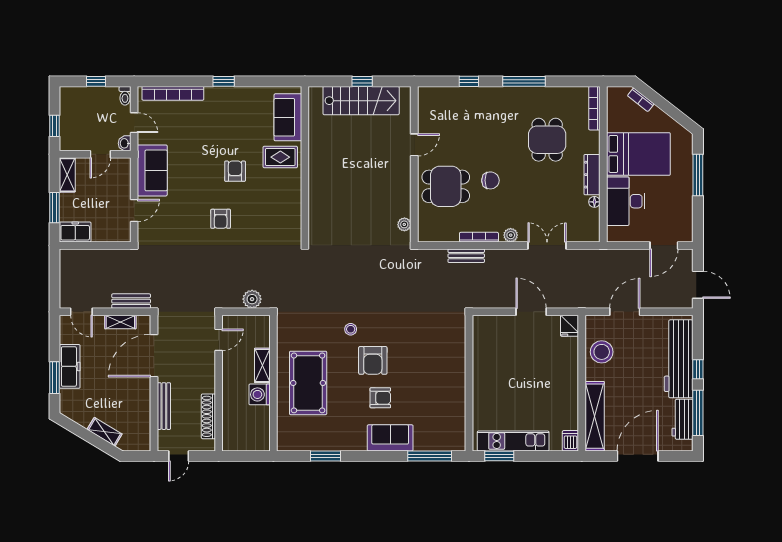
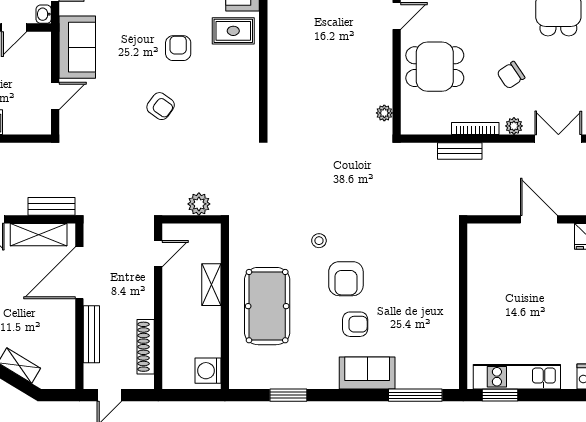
chair: (490, 180) -> (511, 75), moved, turned 146
armchair: (221, 219) -> (161, 106), turned -54
shelving: (120, 322) -> (39, 235), width x1.50, depth x1.33
washing machine: (260, 394) -> (208, 371), moved

